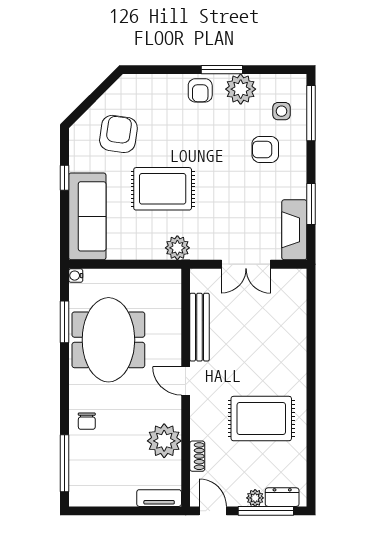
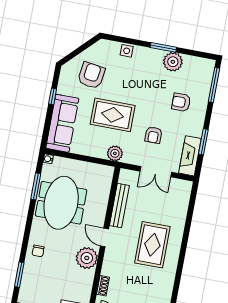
armchair: (200, 90) -> (153, 135), moved
side table: (282, 111) -> (127, 51), moved
rug: (261, 419) -> (152, 245), moved, turned 90
plant: (164, 441) -> (87, 258), moved
window: (64, 463) -> (19, 275), width x0.69

